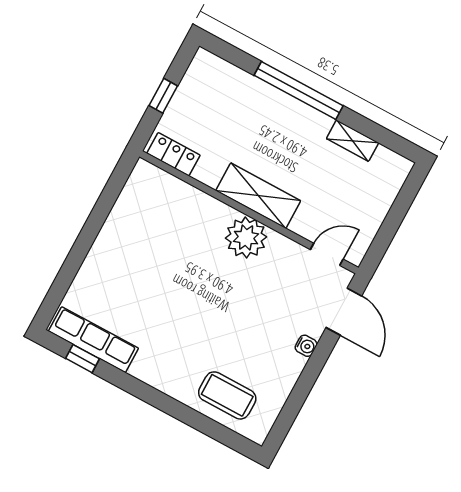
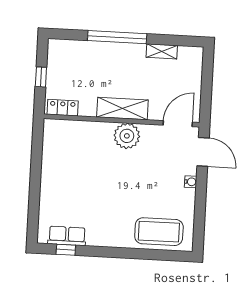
door: (327, 254) -> (178, 124), width x1.38
row of seats: (93, 340) -> (67, 236), width x0.68
coffee table: (227, 395) -> (159, 232), width x1.36, depth x1.32

